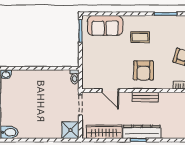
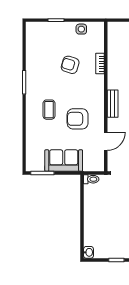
sofa: (105, 25) -> (64, 161), moved, turned -90
armchair: (143, 70) -> (78, 119), moved, turned 180

